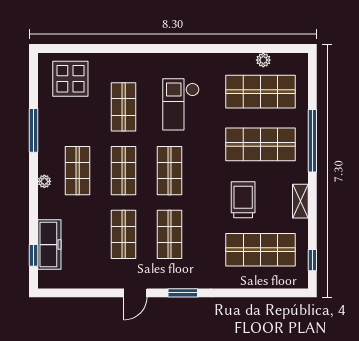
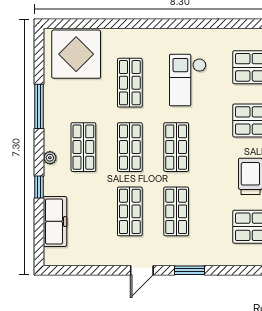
display table: (70, 79) -> (76, 54), width x1.36, depth x1.36
window: (33, 255) -> (39, 187), moved

